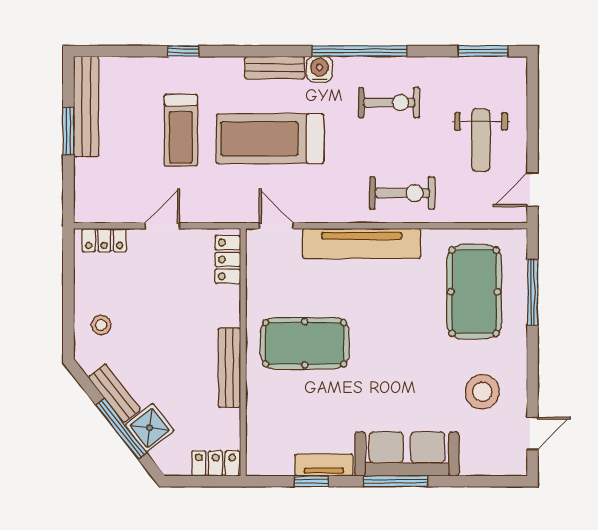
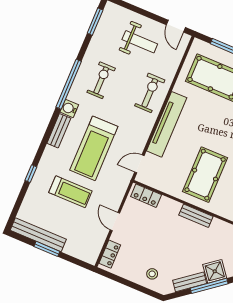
bench: (229, 368) -> (196, 216), width x0.73

